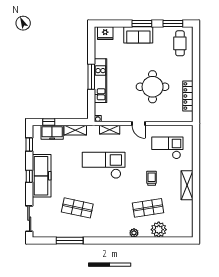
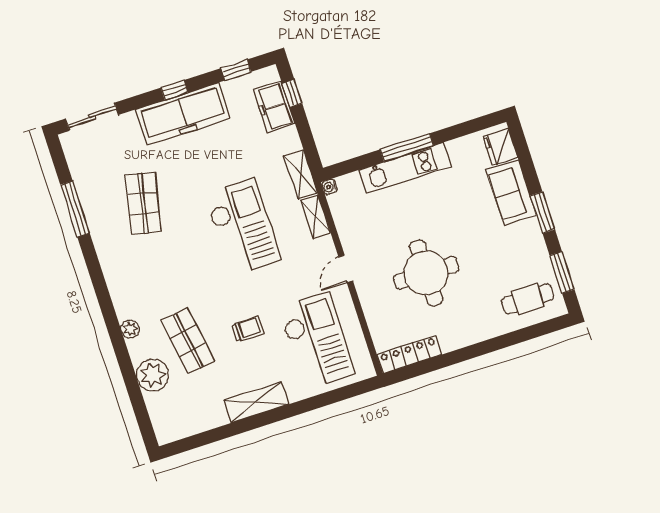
sofa: (138, 35) -> (511, 192), moved
locker: (188, 96) -> (409, 354), moved
shelving: (75, 130) -> (301, 174), moved
checkout: (167, 148) -> (317, 341), width x1.36, depth x1.21

